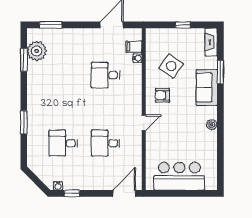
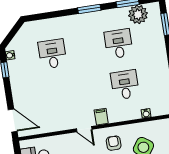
filing cabinet: (134, 47) -> (101, 117), moved
window: (24, 122) -> (89, 9), moved
desk: (105, 143) -> (119, 44), moved

